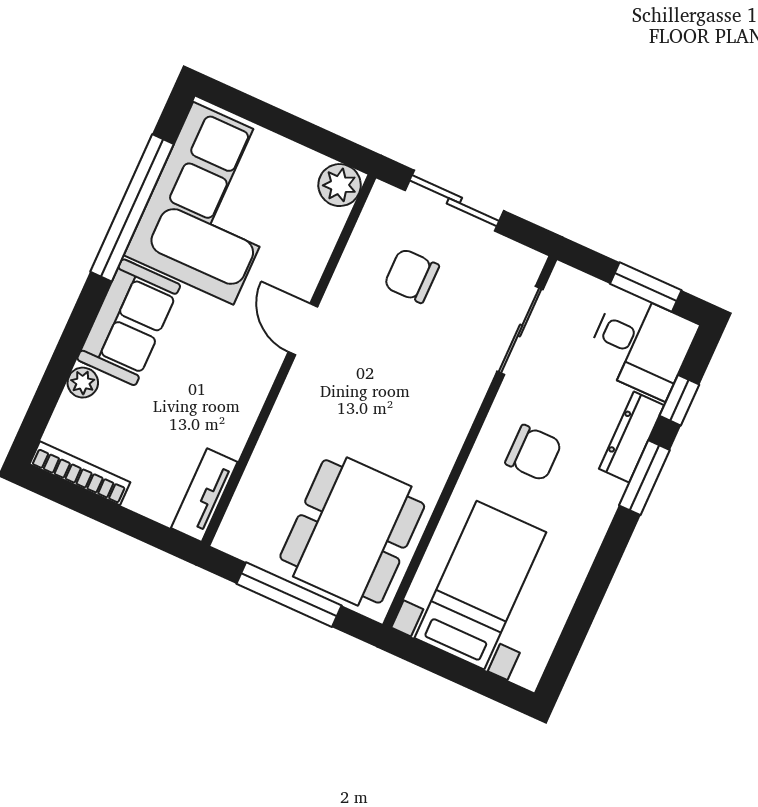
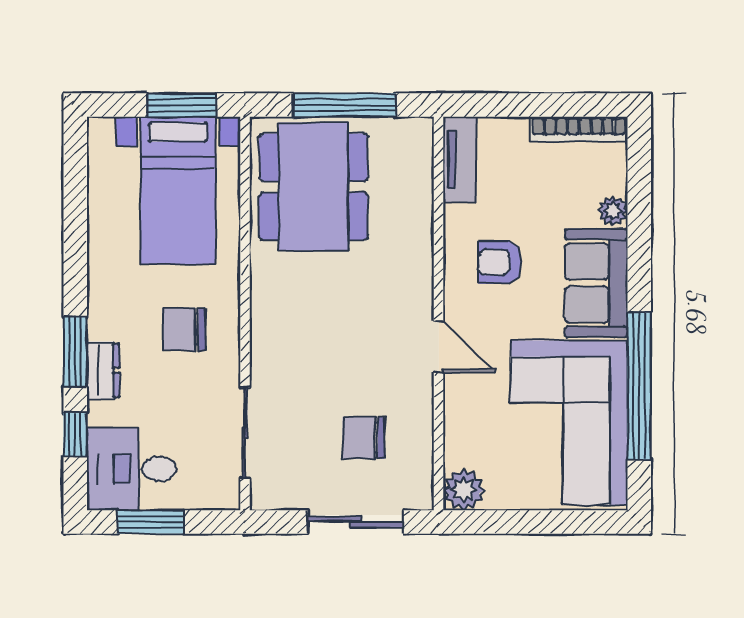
chair: (411, 276) -> (363, 438), turned 180
armchair: (210, 382) -> (500, 262), added
dresser: (631, 437) -> (103, 370), width x0.70
window: (441, 663) -> (182, 105), added

